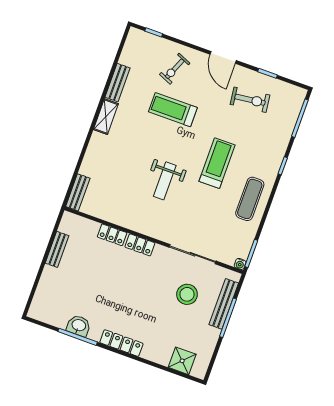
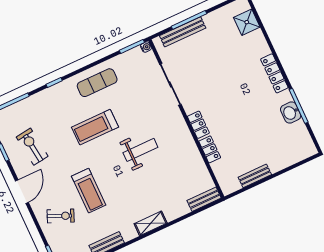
shelving: (106, 117) -> (151, 223), moved
stool: (187, 294) -> (200, 62), removed

